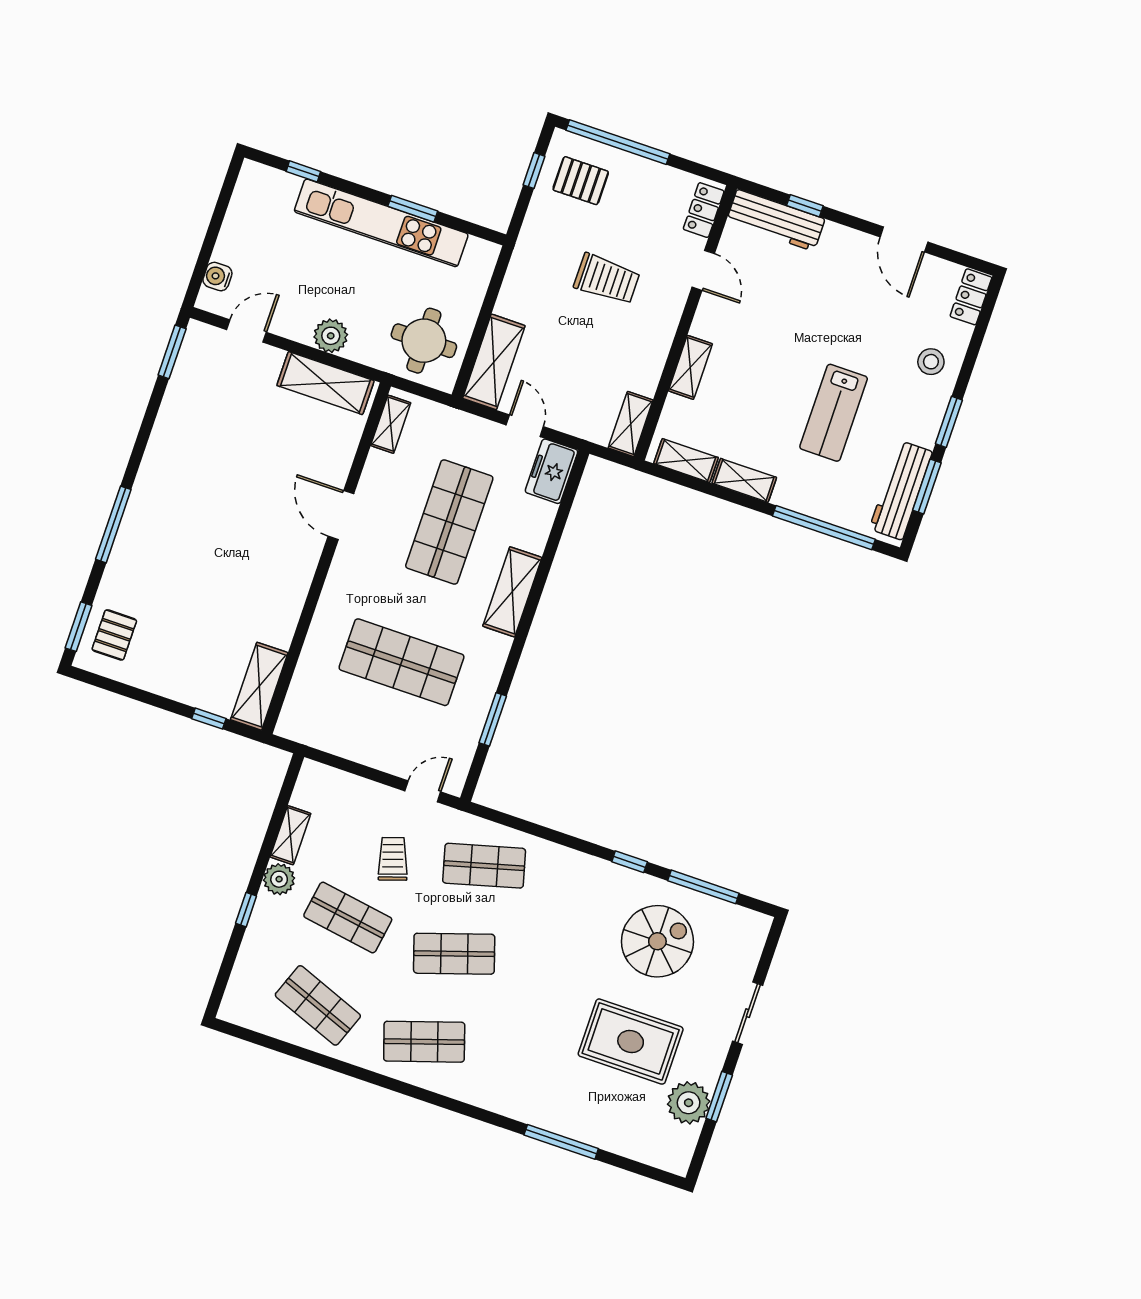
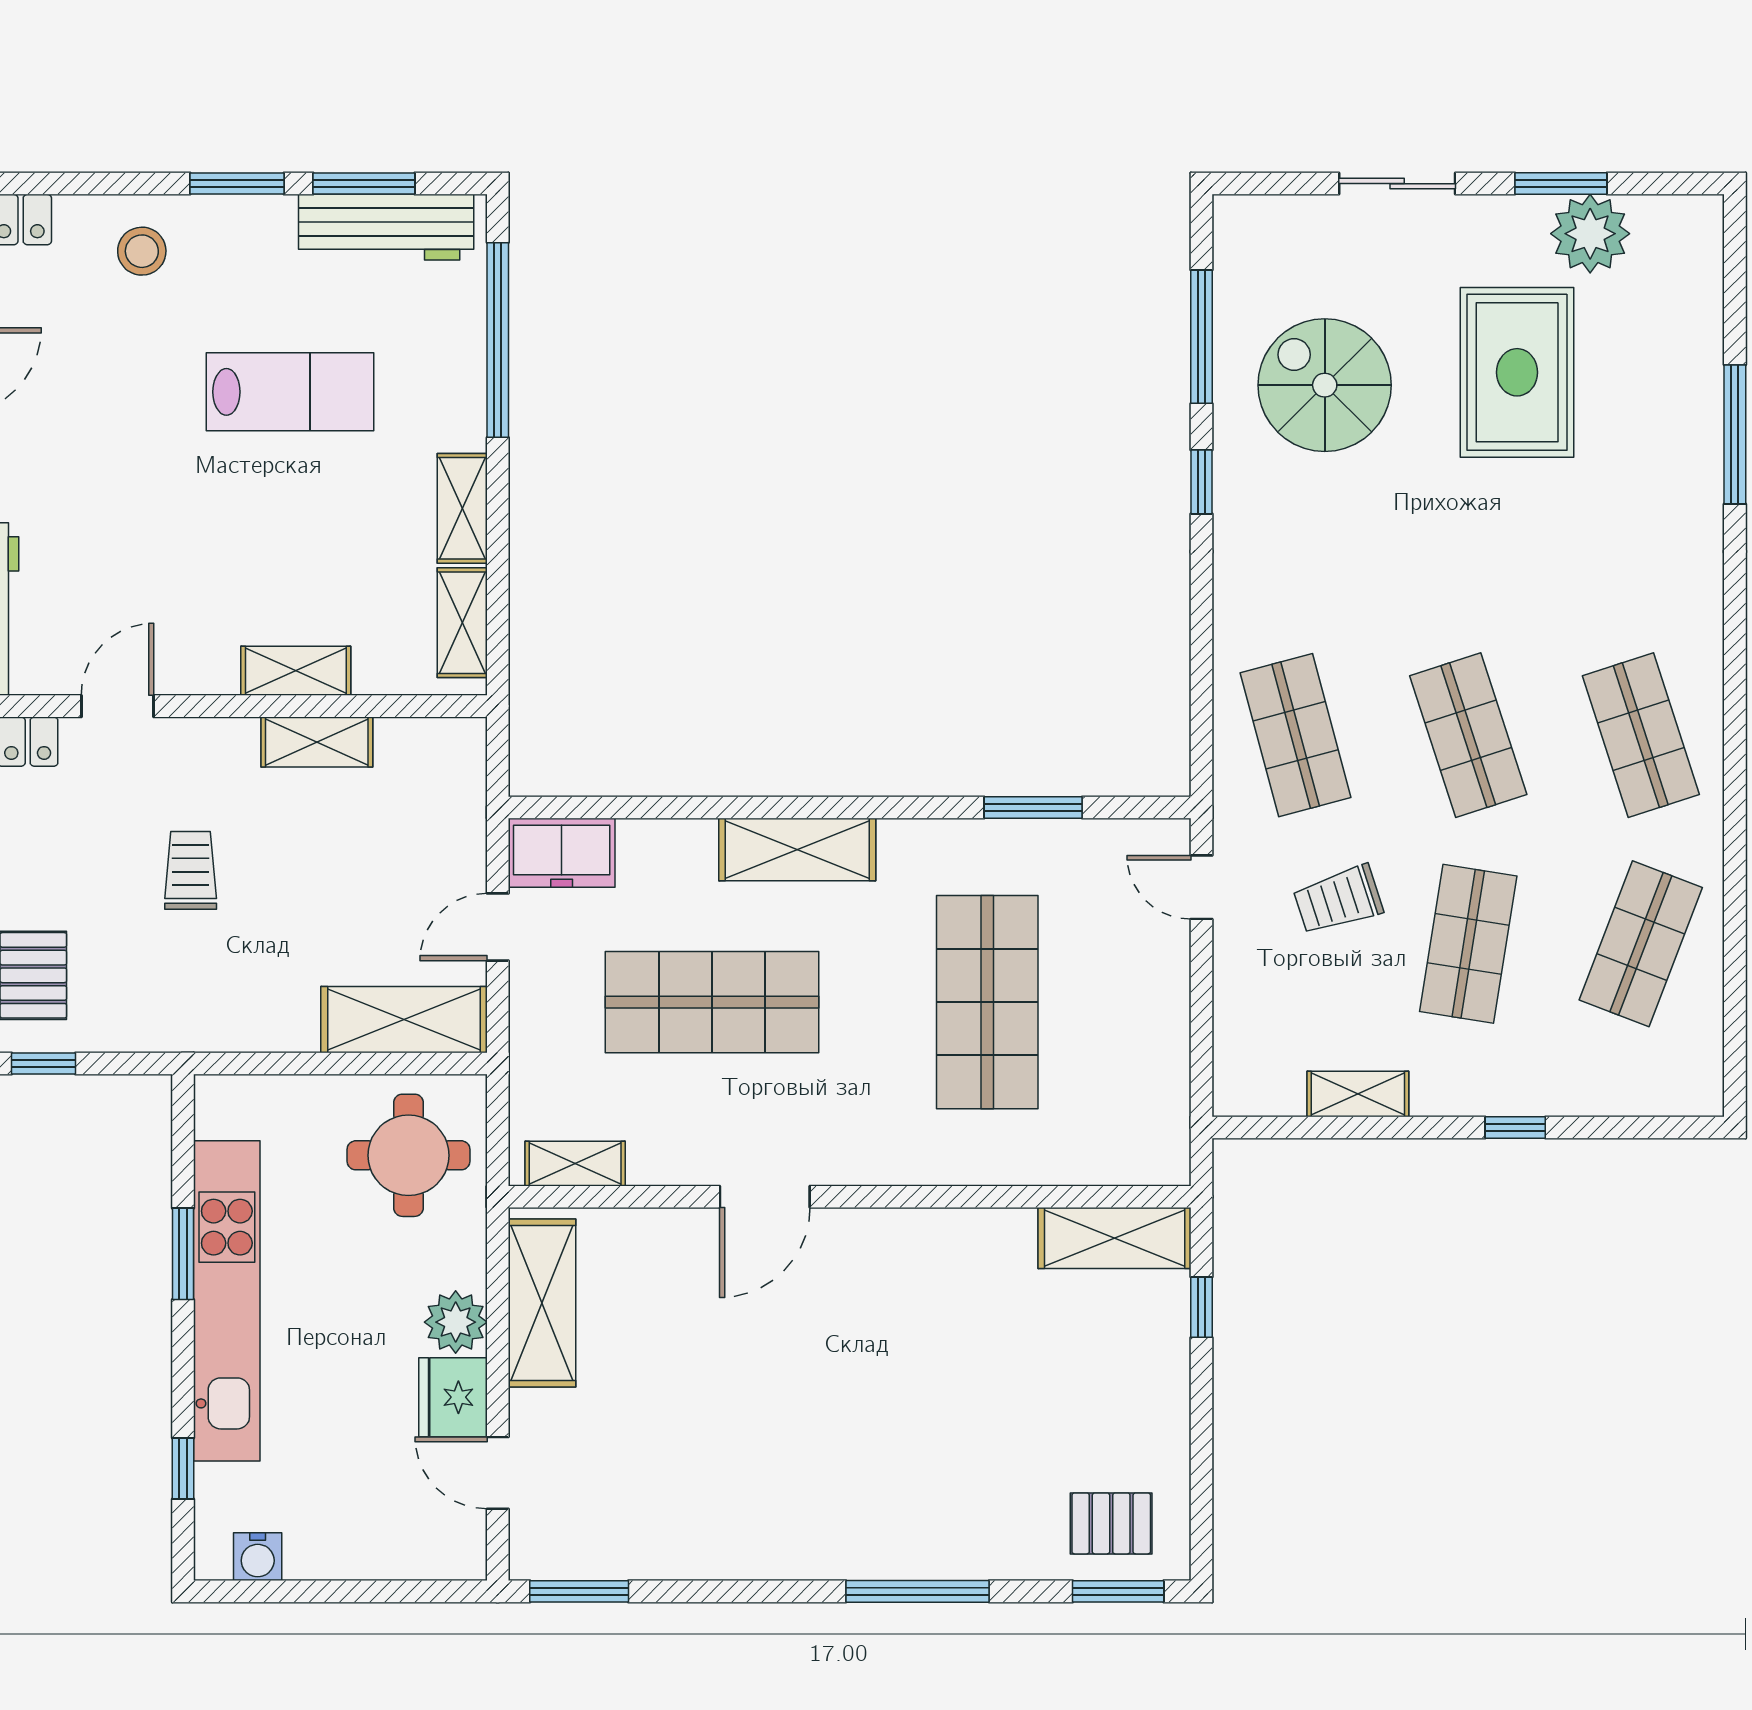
water cooler: (217, 277) -> (258, 1557), moved
trolley: (607, 279) -> (191, 870), width x0.73, depth x0.72
fridge: (293, 321) -> (453, 1397), added
shelving: (631, 424) -> (317, 742), moved
plant: (279, 879) -> (1442, 1088), removed

